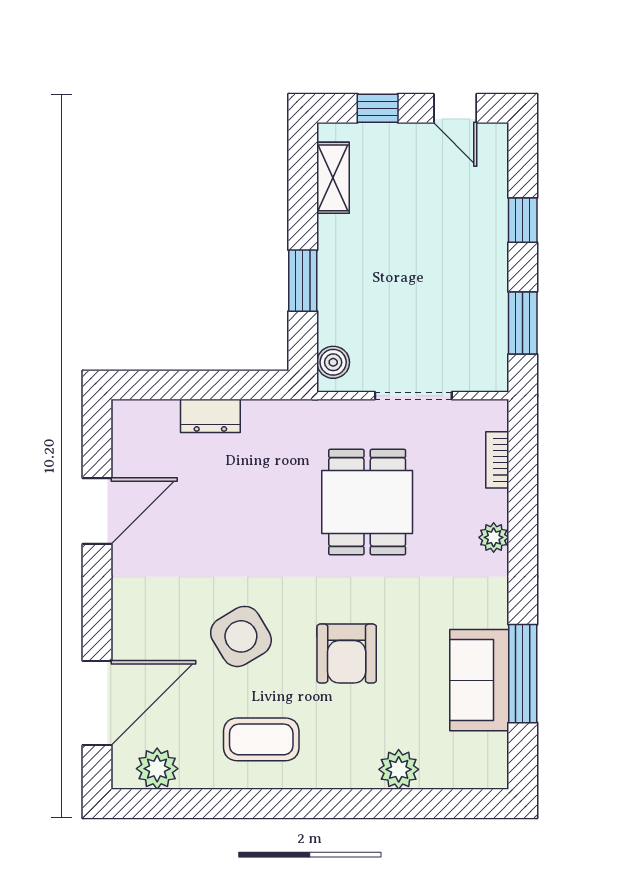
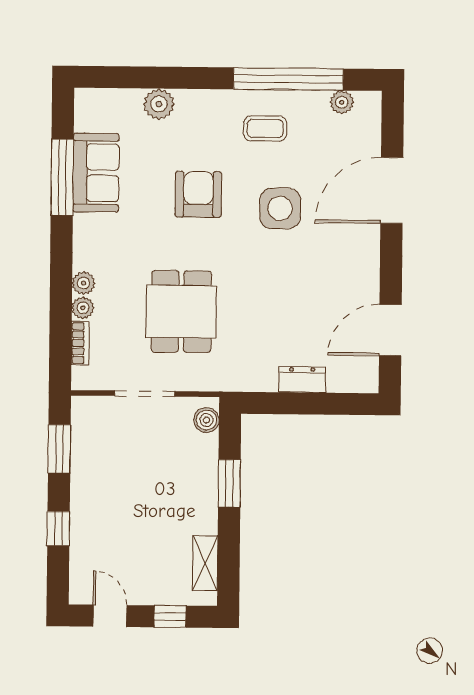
plant: (494, 505) -> (83, 308), added
door: (97, 511) -> (390, 330), moved
side table: (241, 636) -> (280, 208), turned 31
door: (97, 703) -> (392, 190), moved
coffee table: (261, 739) -> (265, 128), width x0.73, depth x0.77
plant: (157, 769) -> (342, 102), width x0.73, depth x0.73
window: (232, 804) -> (288, 79), added

